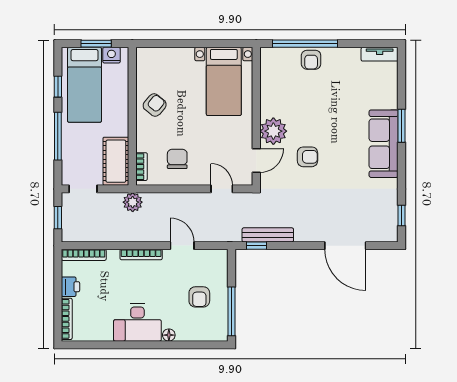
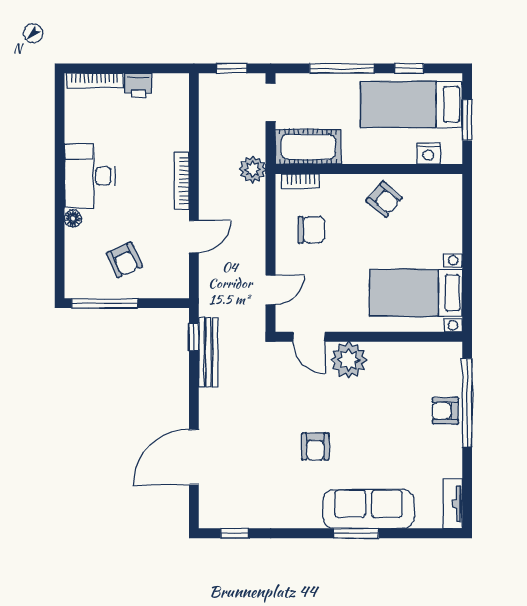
nightstand: (111, 55) -> (428, 153), moved, turned 90
sofa: (384, 144) -> (368, 509), moved
armchair: (307, 157) -> (315, 446), moved
bookcase: (84, 255) -> (181, 103), removed
armchair: (199, 297) -> (124, 260), turned -115

